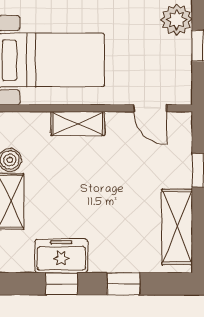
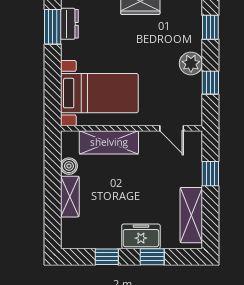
shelving: (78, 124) -> (109, 142), width x1.50, depth x1.33
freezer: (61, 256) -> (141, 236), moved

